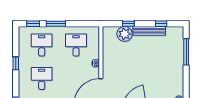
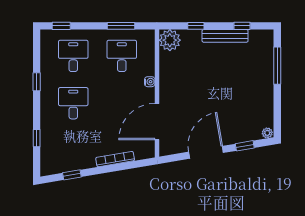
window: (56, 24) -> (121, 26), moved
plant: (125, 34) -> (170, 40), moved

